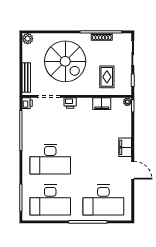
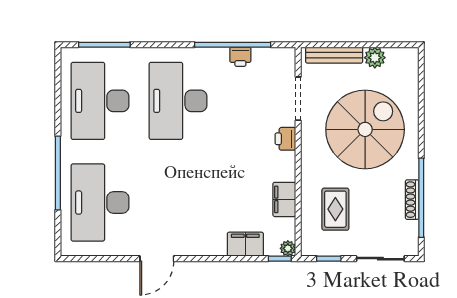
plant: (28, 39) -> (375, 58), moved
spiral stairs: (65, 61) -> (365, 129), turned 180
rug: (107, 77) -> (335, 209), turned 90
printer: (27, 103) -> (240, 57), moved
filing cabinet: (125, 147) -> (245, 244), moved

